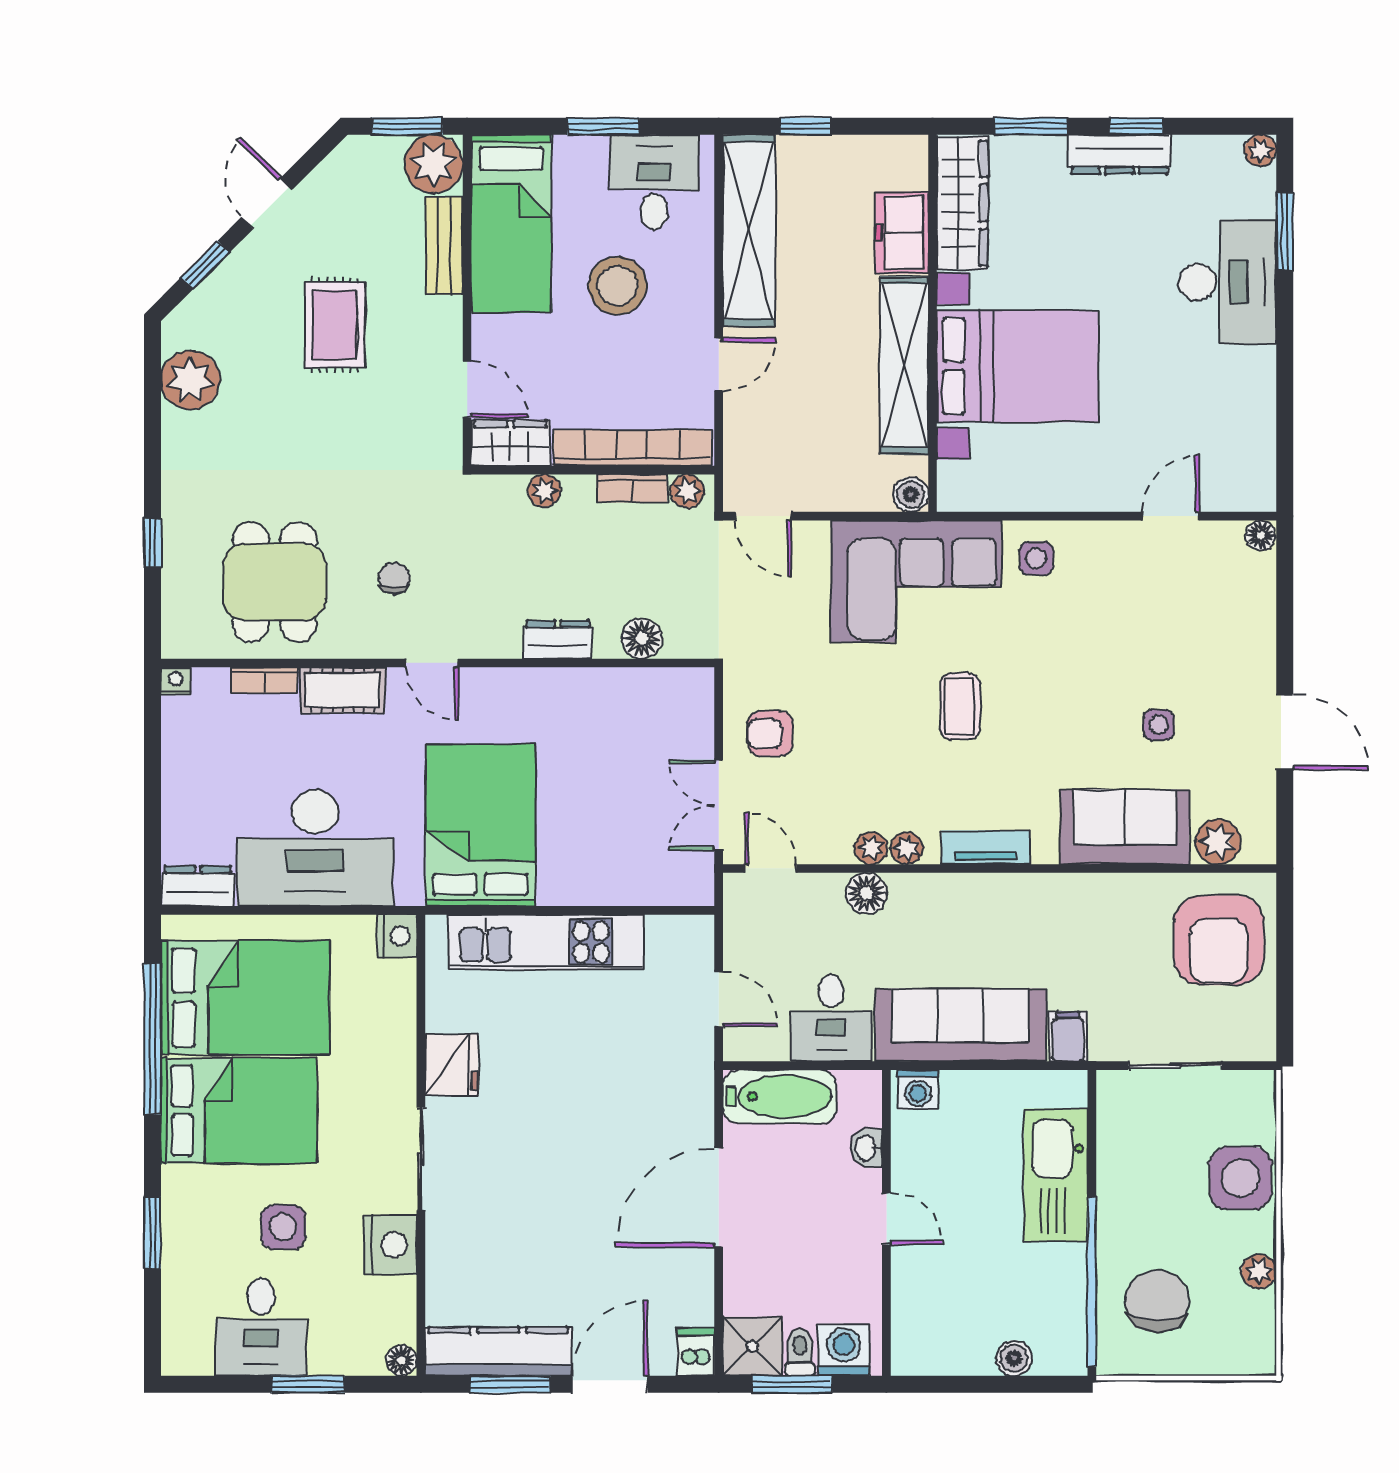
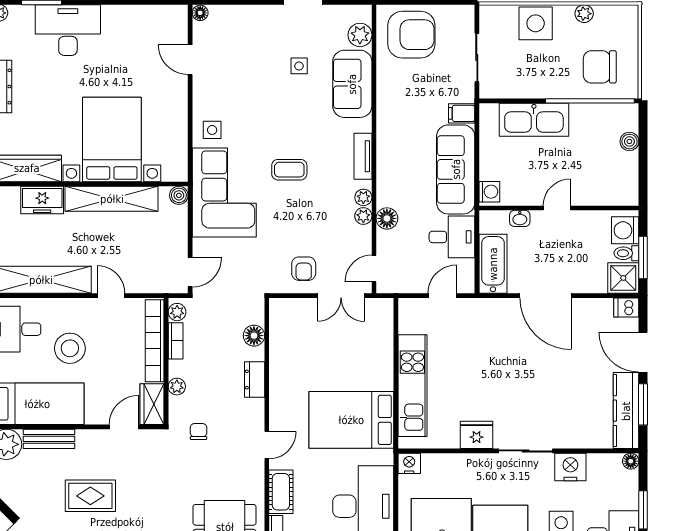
chair: (394, 578) -> (199, 432), moved, turned 90

